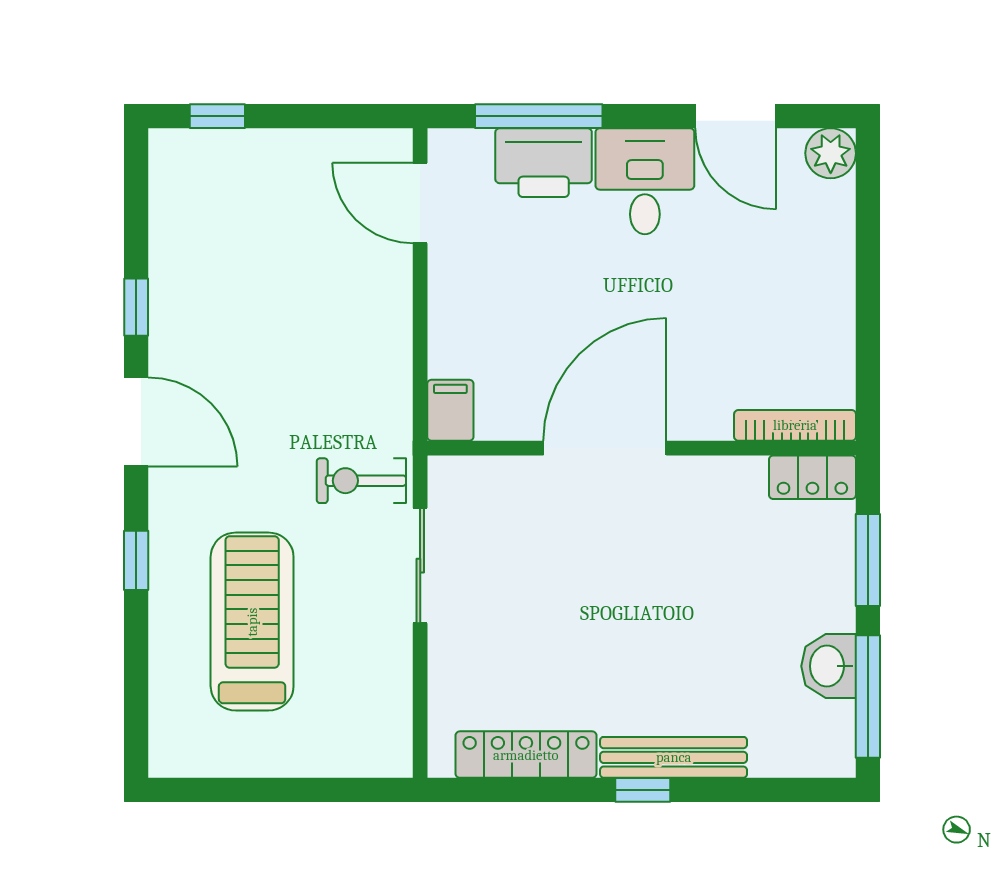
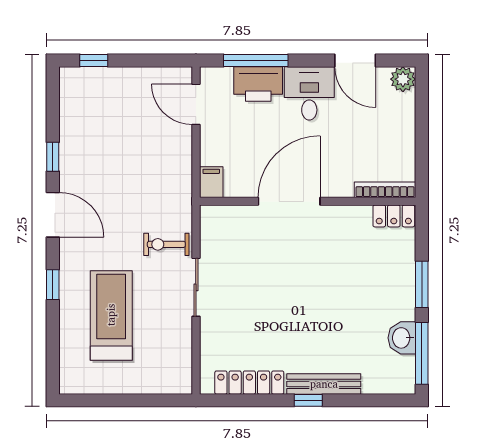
filing cabinet: (450, 410) -> (211, 182), moved
bookcase: (795, 425) -> (385, 190), moved
door: (605, 448) -> (289, 201), moved
wall: (642, 448) -> (308, 201), moved
locker: (812, 477) -> (394, 216), moved

